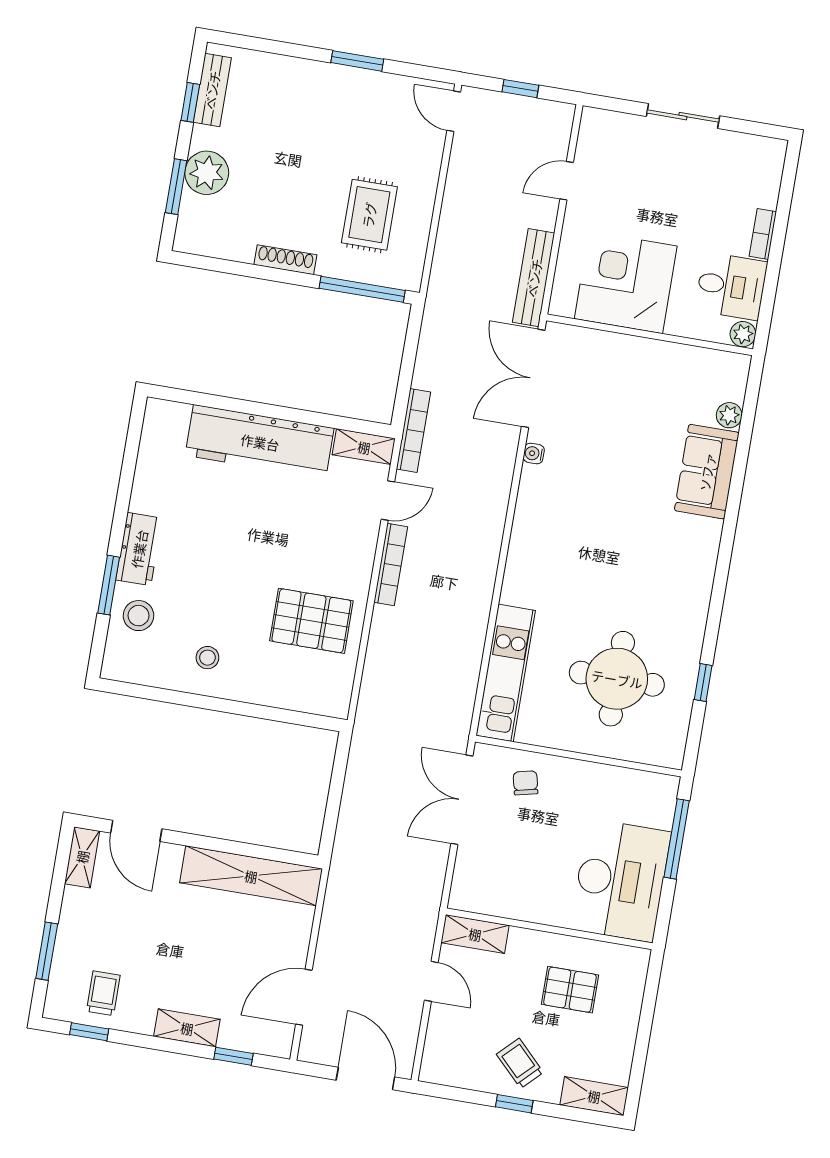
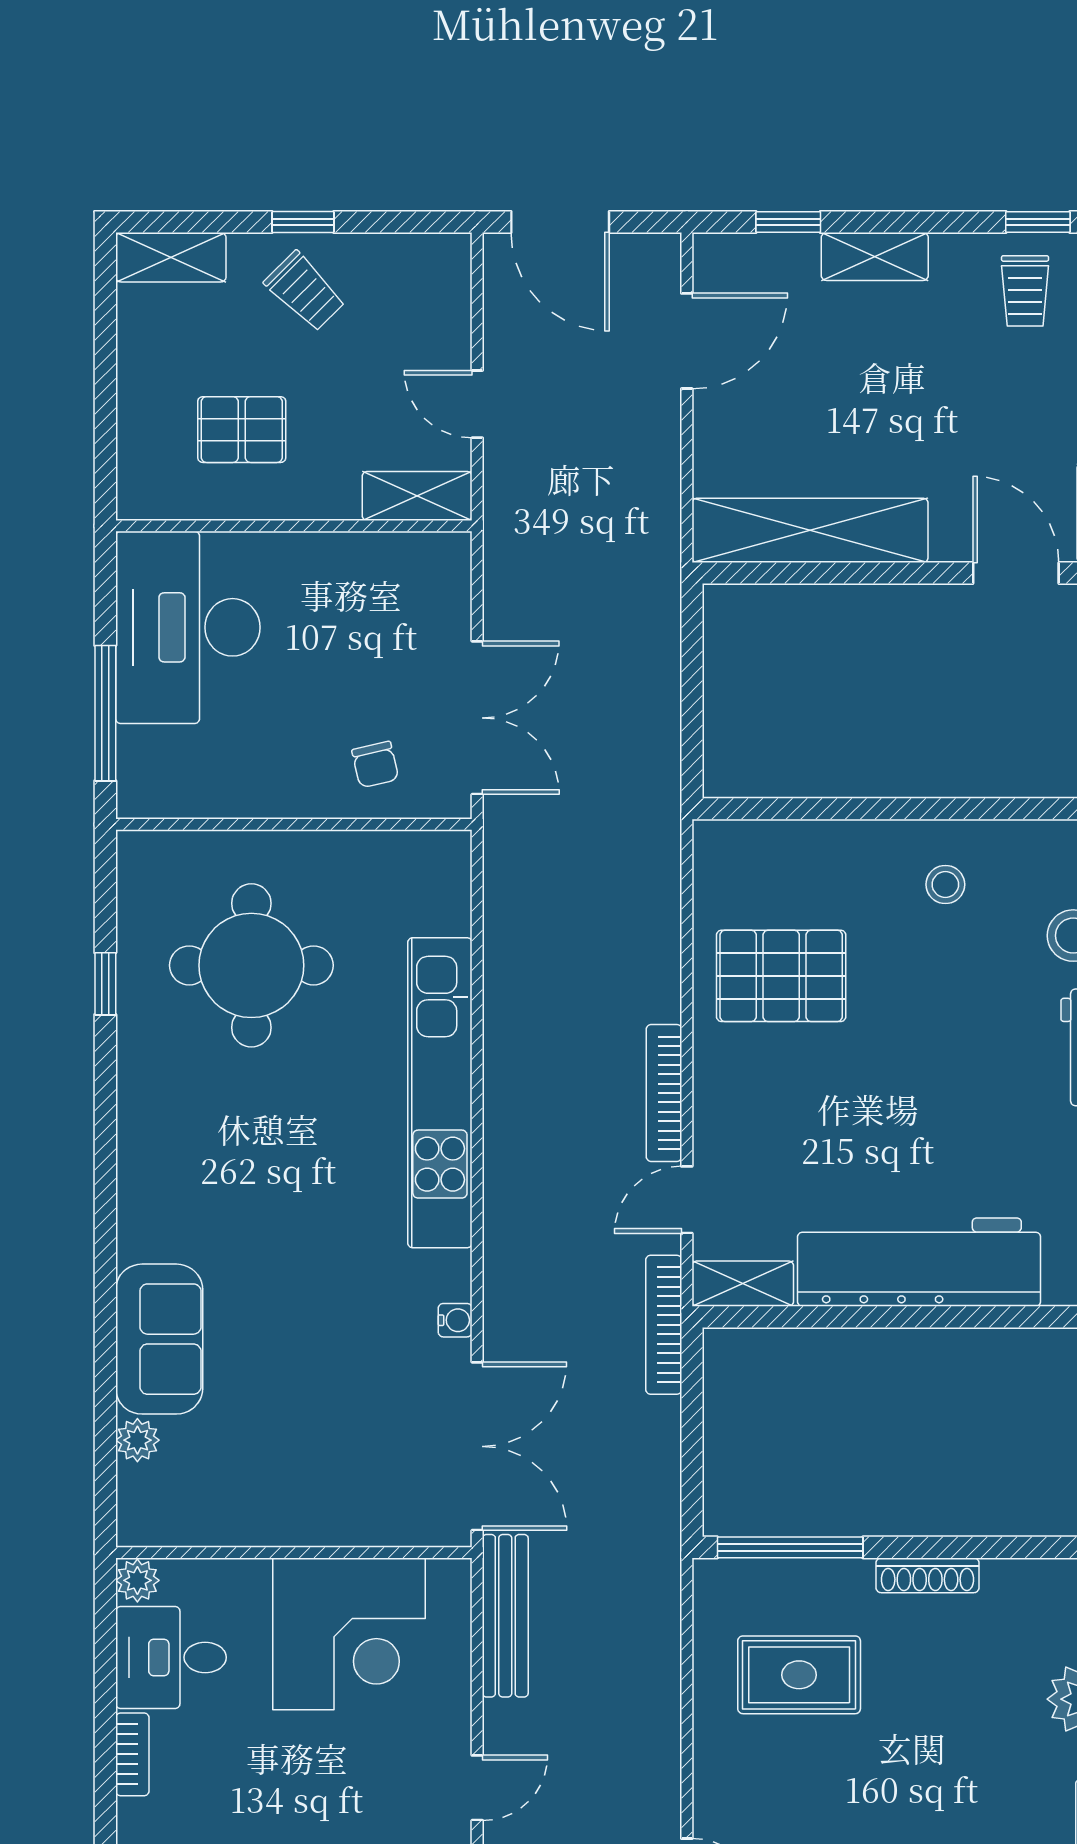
rug: (369, 215) -> (799, 1675), turned 90
kitchen unit: (506, 673) -> (440, 1093), moved, width x1.36

